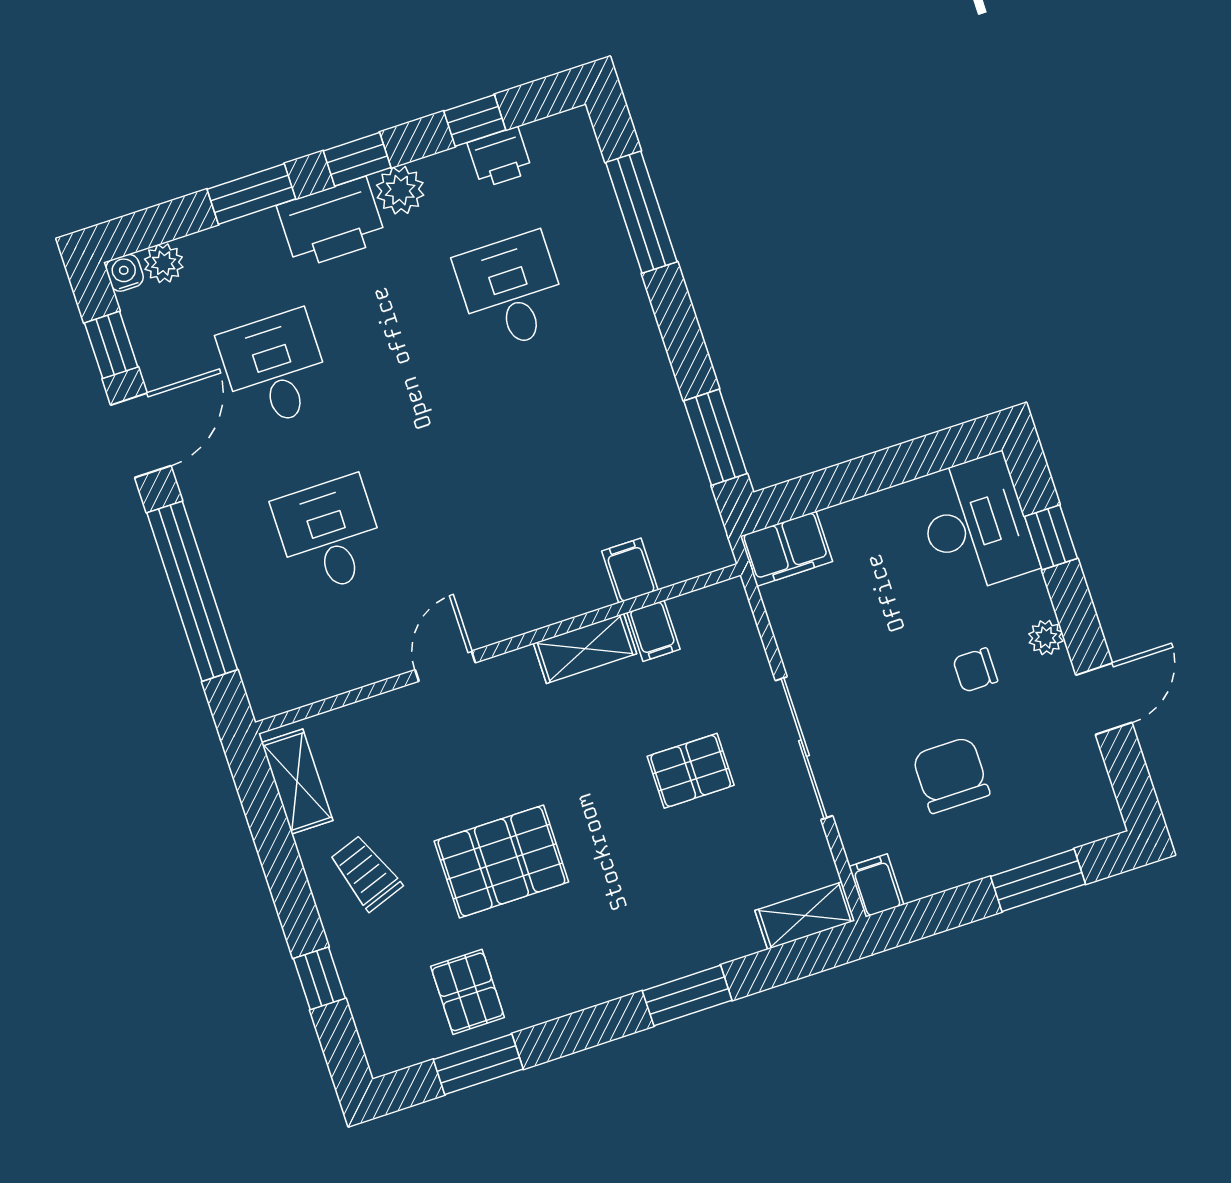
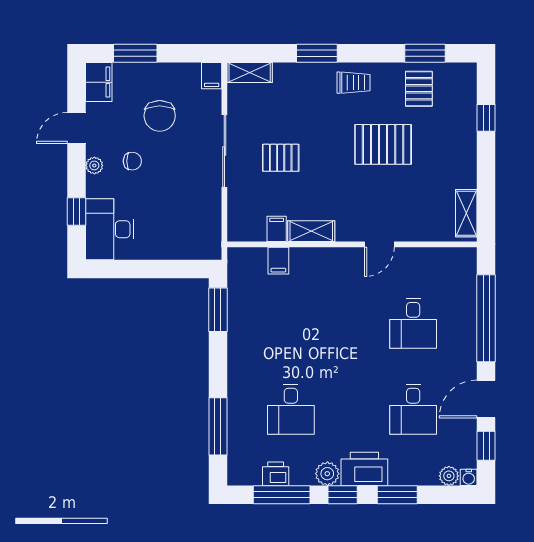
window: (475, 121) -> (282, 495), width x2.17
filing cabinet: (786, 549) -> (99, 82), moved, turned 90
trolley: (366, 873) -> (354, 83), moved, turned -70

